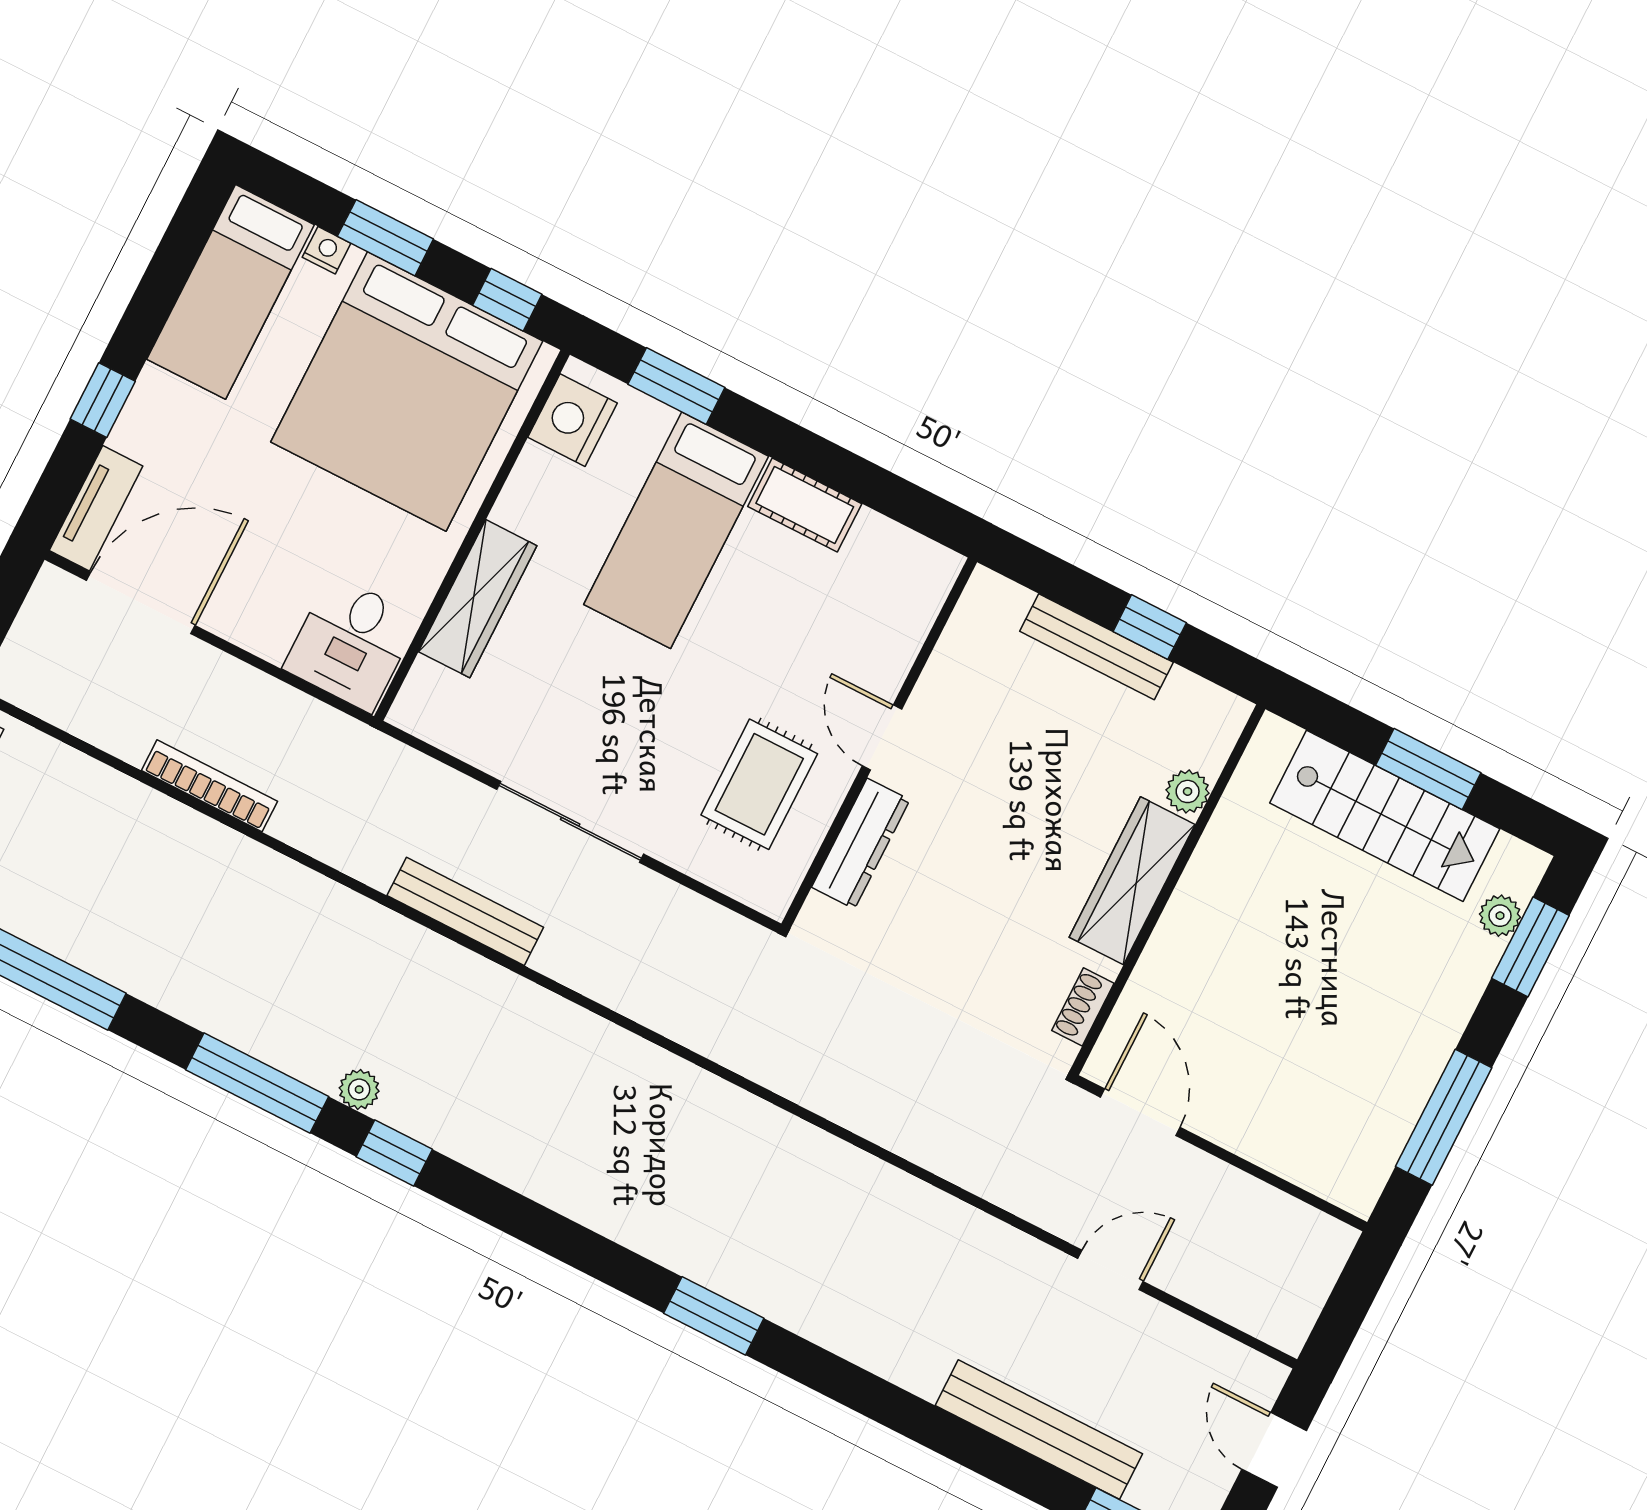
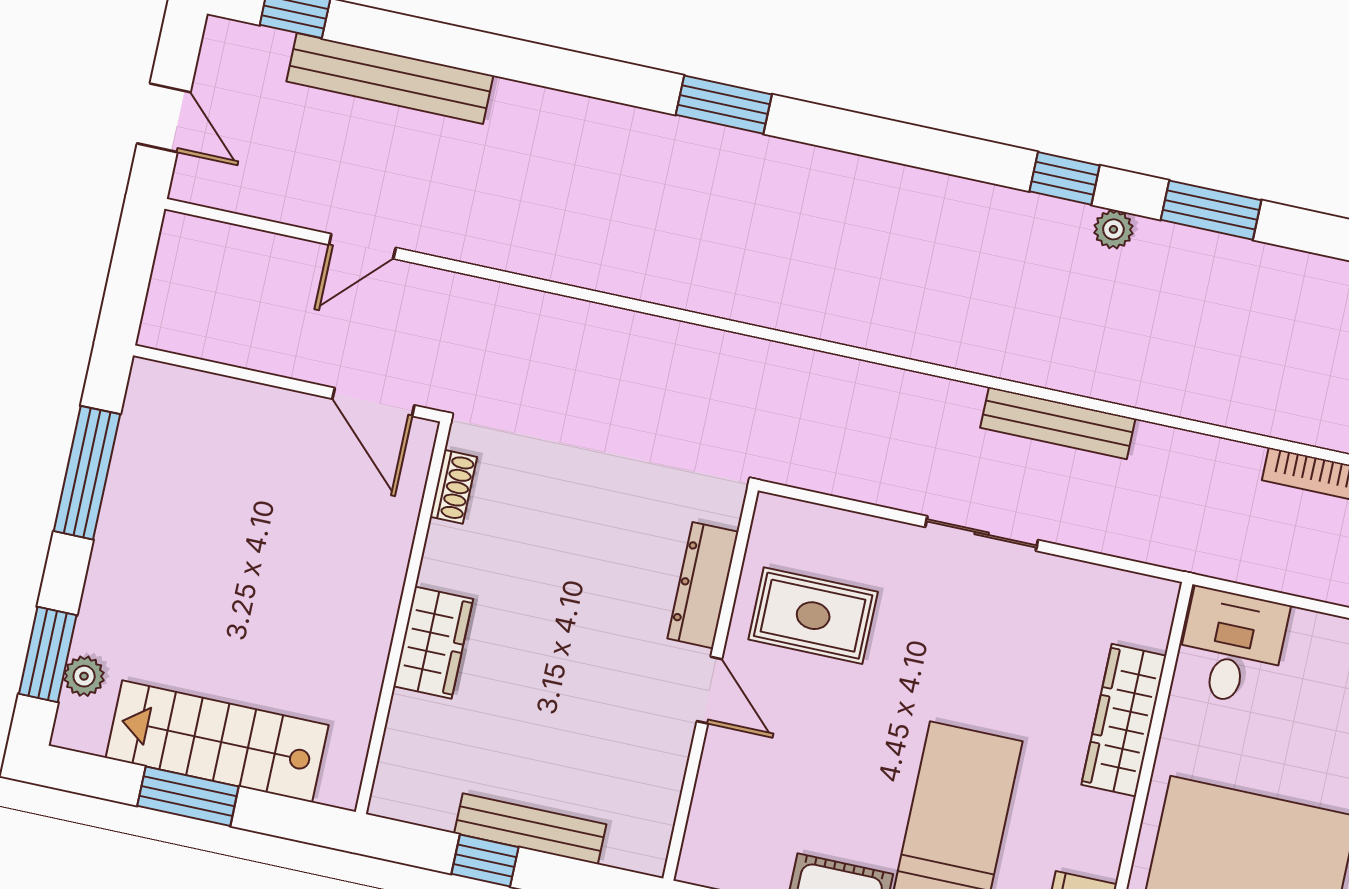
rug: (759, 784) -> (813, 616), turned 90
plant: (1188, 791) -> (409, 715), removed
sliding door: (570, 822) -> (982, 533), width x0.73
wardrobe: (1132, 881) -> (433, 643), width x0.67
window: (257, 1083) -> (1211, 210), width x0.69

